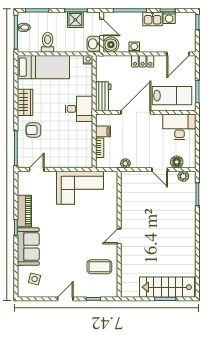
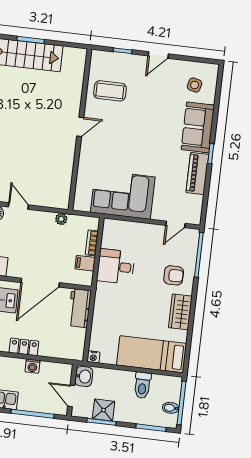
boiler: (111, 45) -> (62, 373), removed
desk: (79, 109) -> (116, 267), moved

